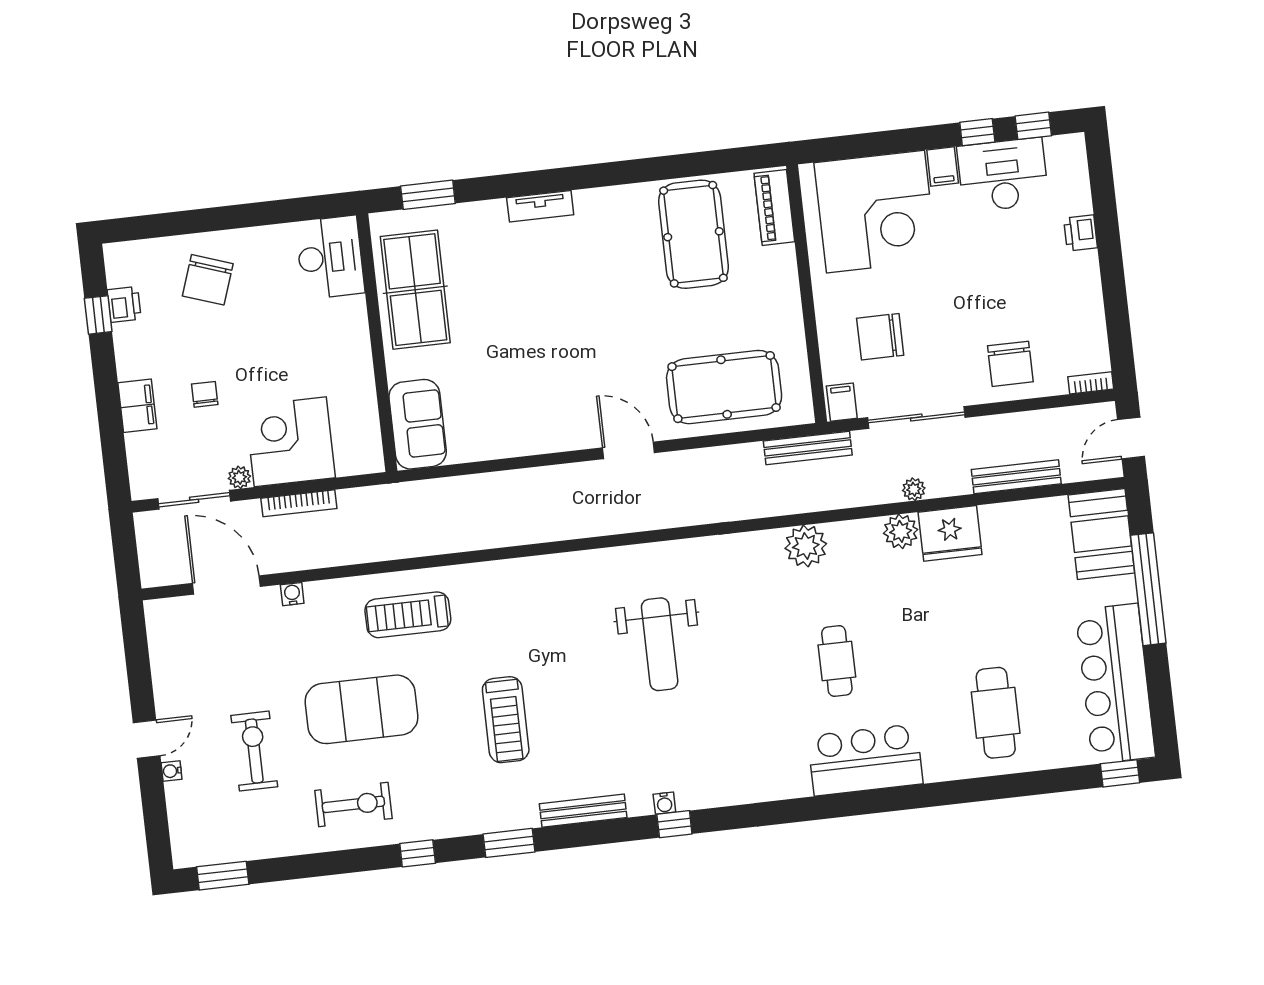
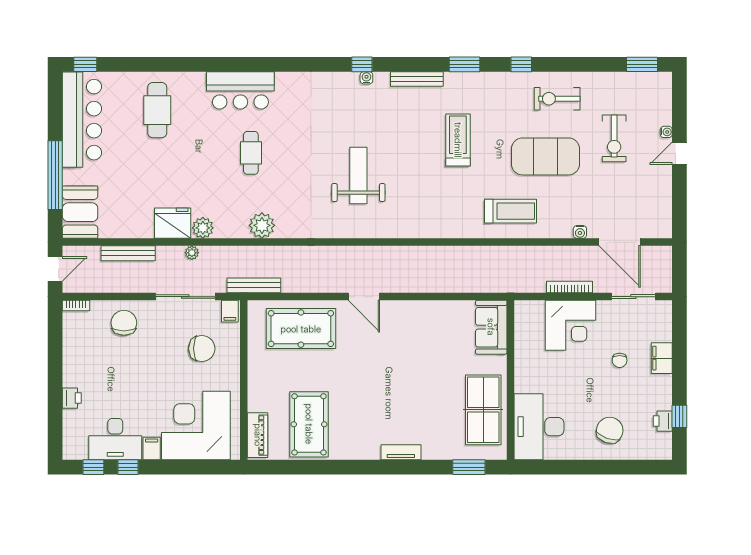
desk: (330, 257) -> (539, 427), width x1.36, depth x1.30
plant: (239, 477) -> (604, 307), removed

